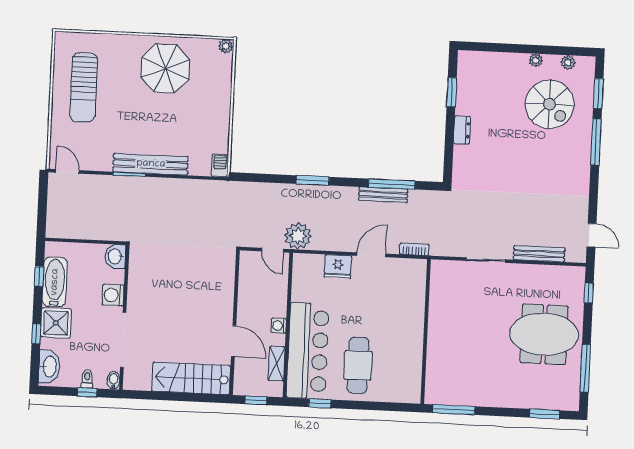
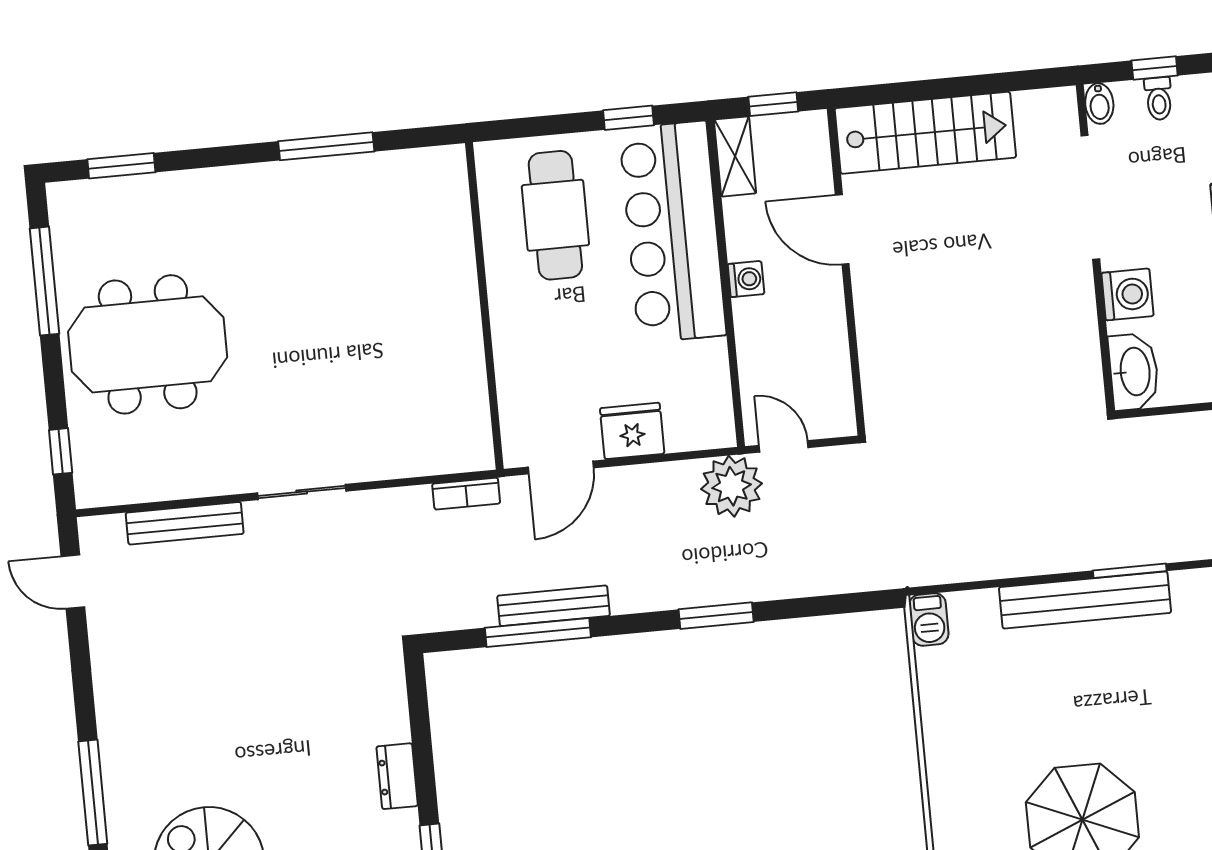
washbasin: (115, 256) -> (1134, 372), width x1.38
wall: (426, 332) -> (484, 306), moved
shelving: (277, 364) -> (735, 156), moved

